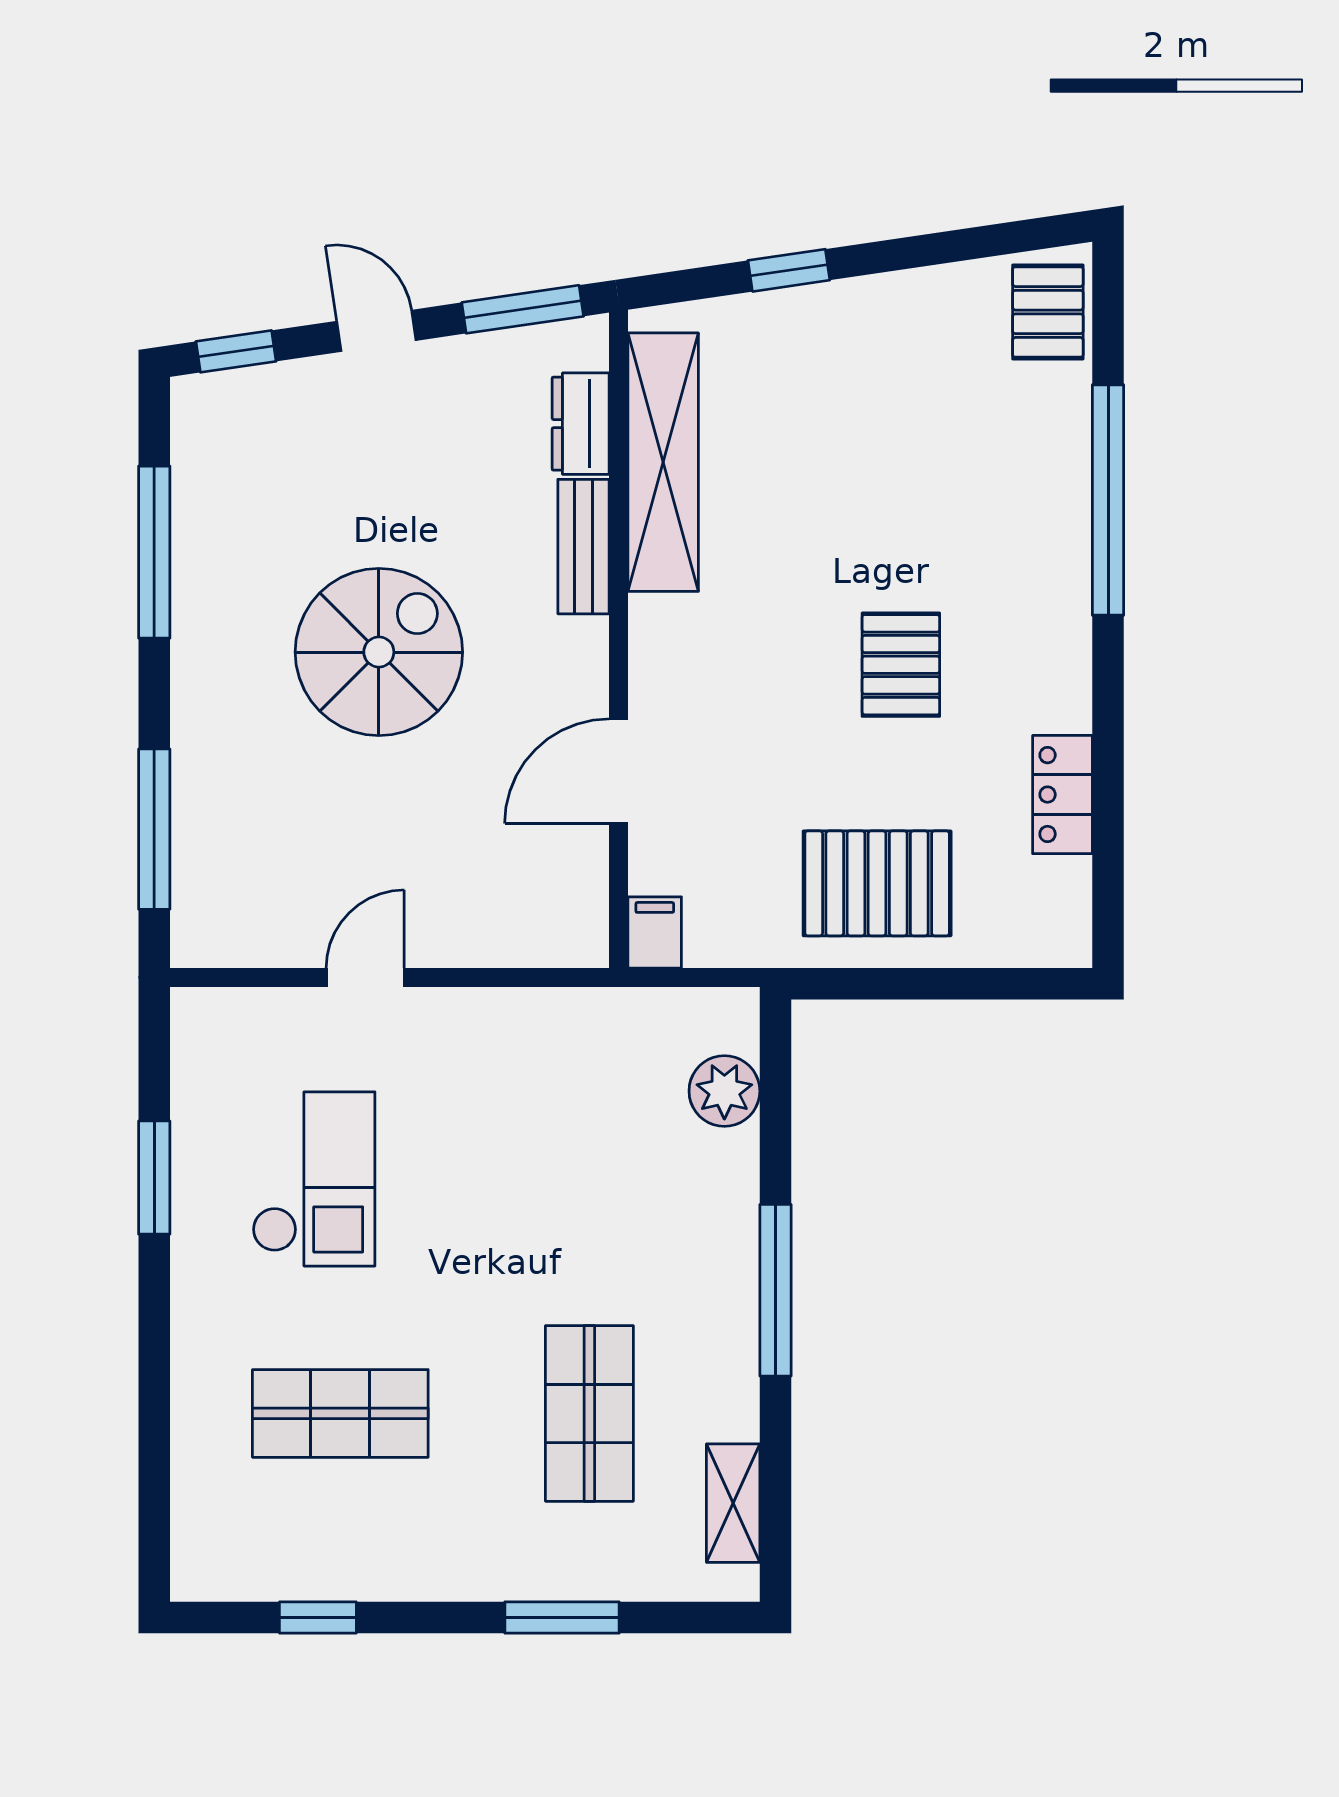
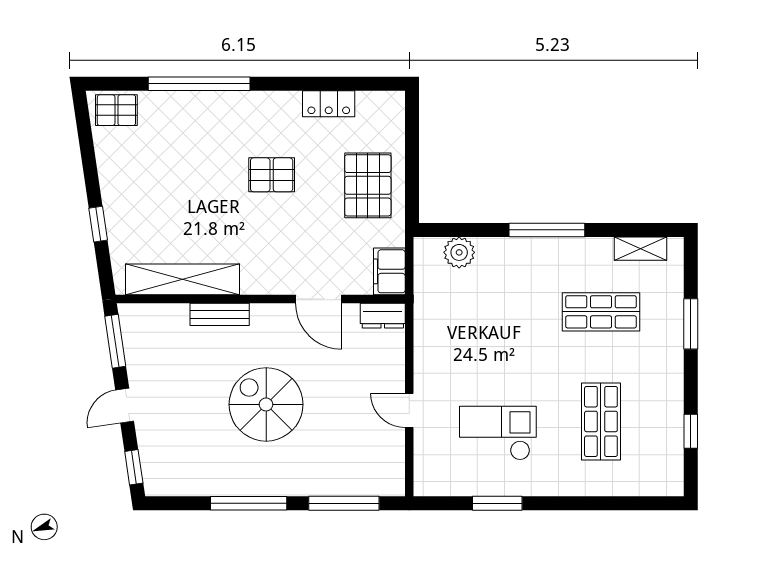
dresser: (581, 424) -> (383, 316), moved
window: (154, 552) -> (249, 503), moved
filing cabinet: (655, 932) -> (389, 271), width x2.00

